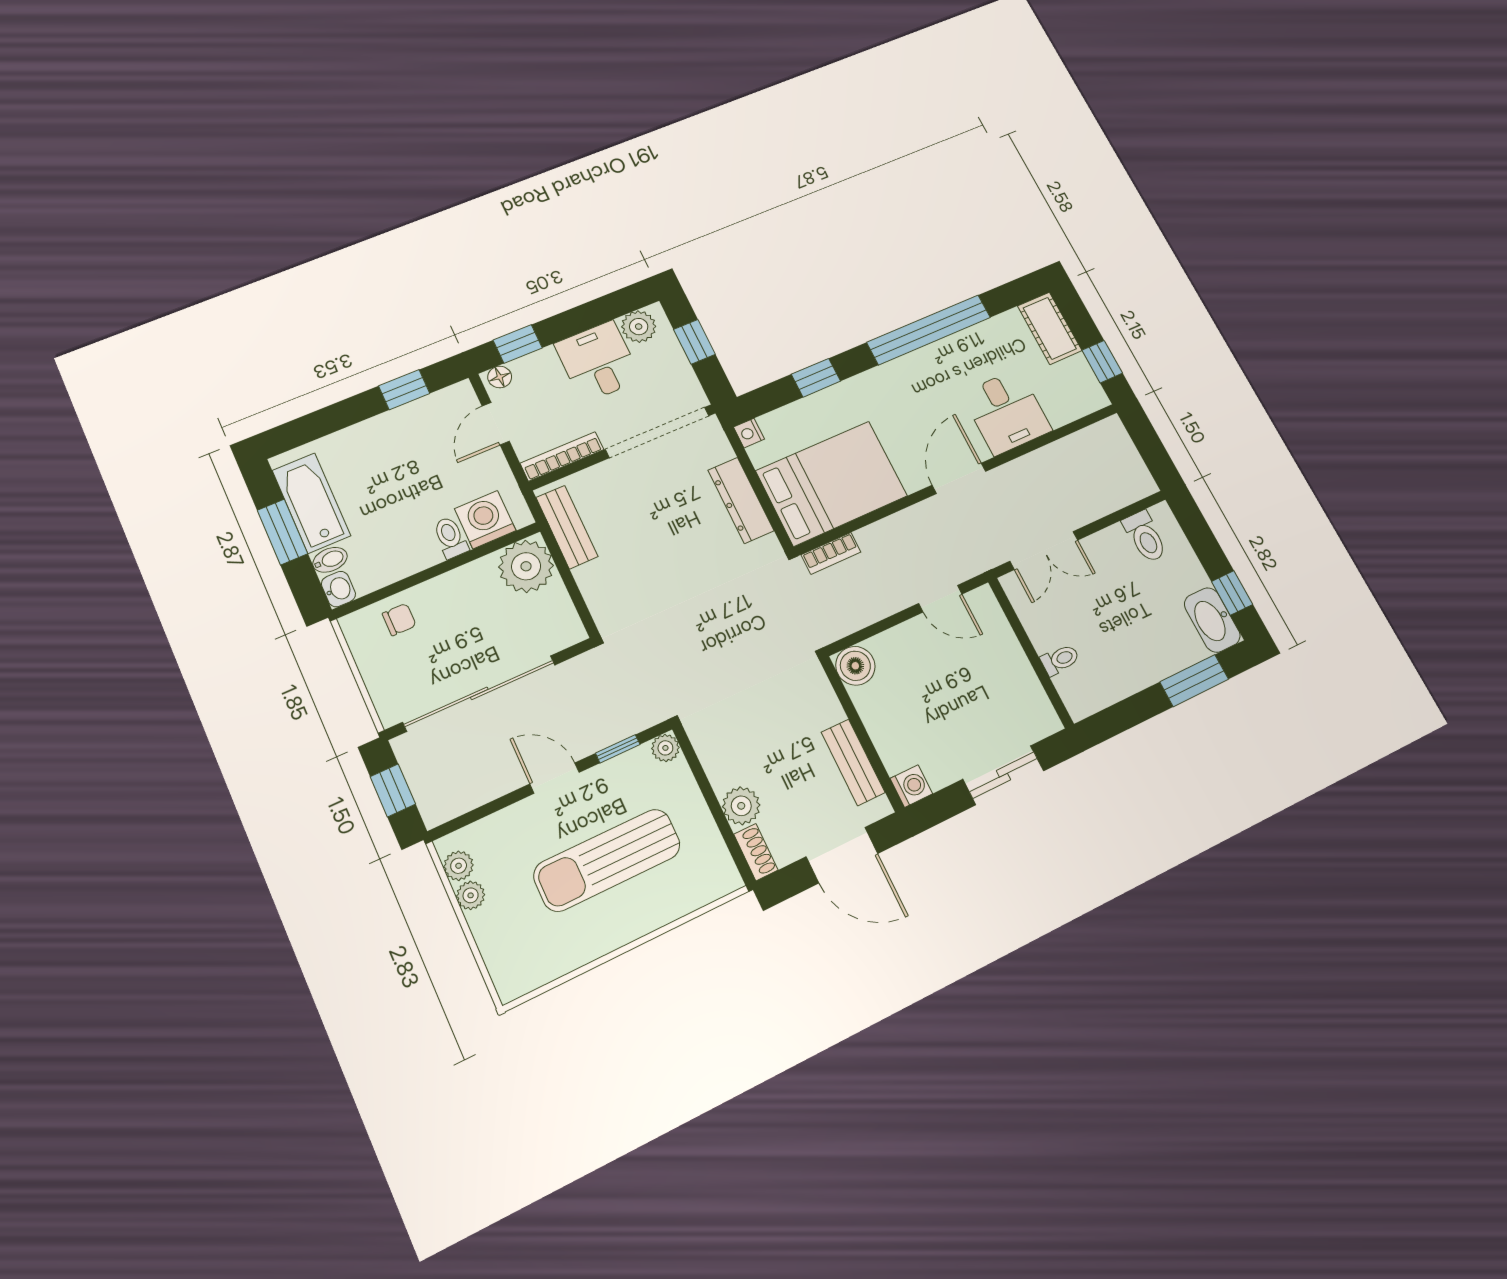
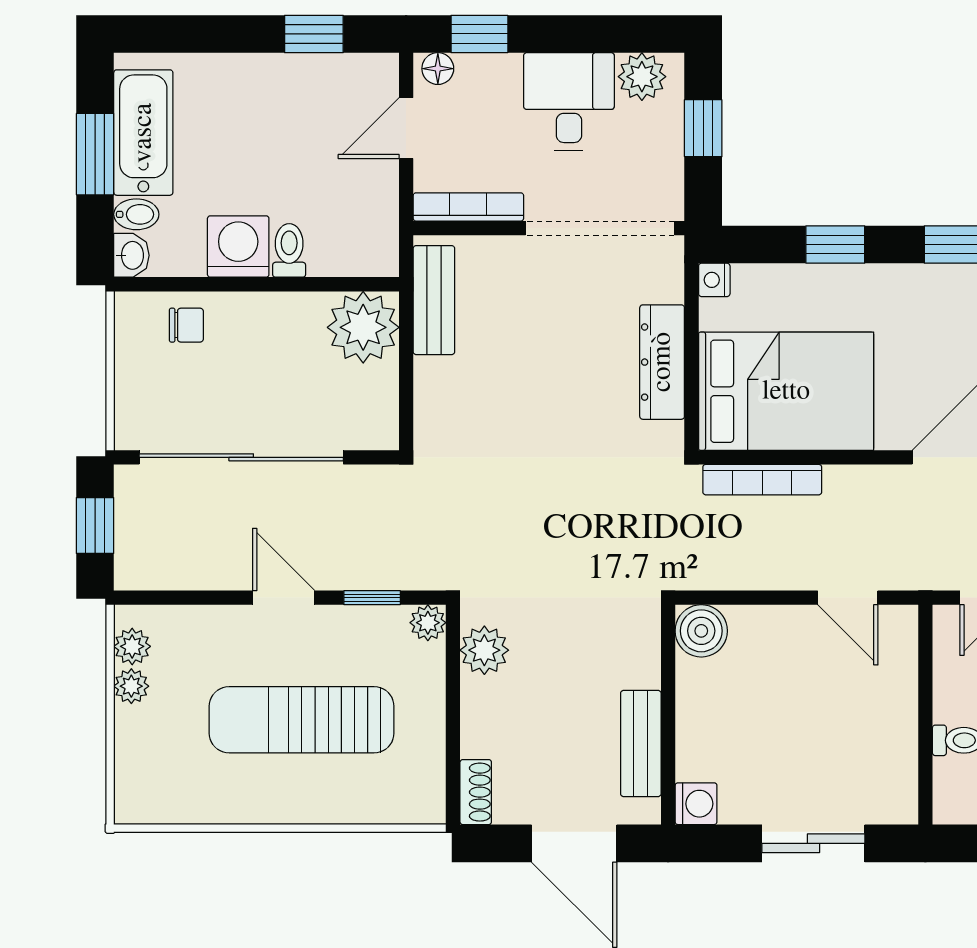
washing machine: (485, 520) -> (238, 247), moved
bookcase: (831, 553) -> (762, 480), width x1.56
plant: (741, 806) -> (484, 650), moved

